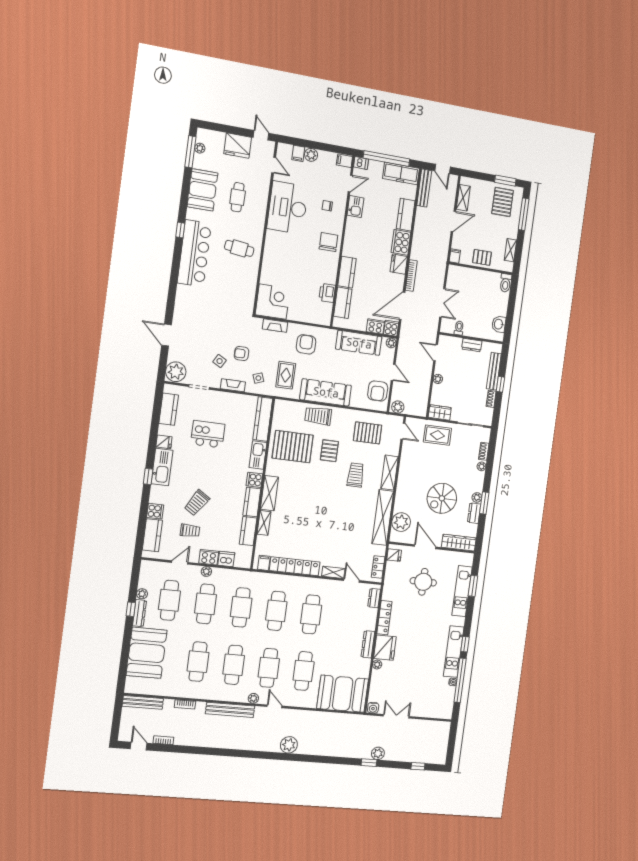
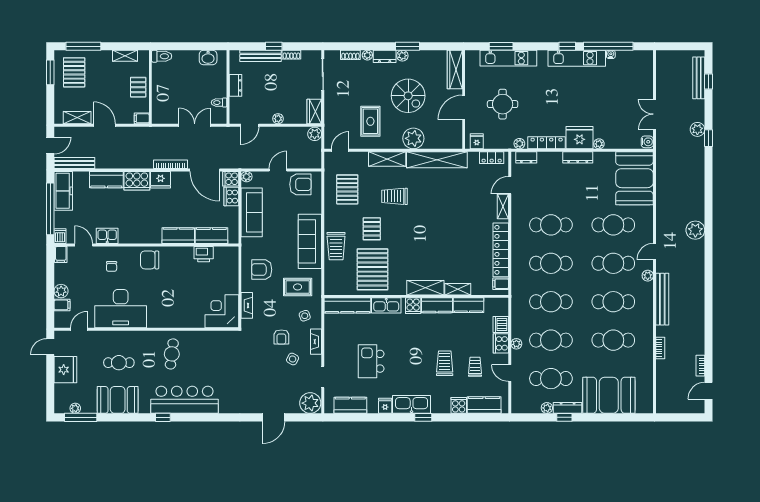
pallet: (503, 202) -> (74, 72), turned 90
plant: (398, 407) -> (315, 134), moved
rug: (437, 435) -> (370, 121), moved
pallet: (329, 451) -> (372, 229), turned 90
trolley: (197, 503) -> (445, 363), turned -123
dresser: (474, 513) -> (385, 56), moved
plant: (401, 522) -> (413, 138), moved
plant: (387, 593) -> (519, 144), added
bench: (143, 702) -> (699, 78), moved

